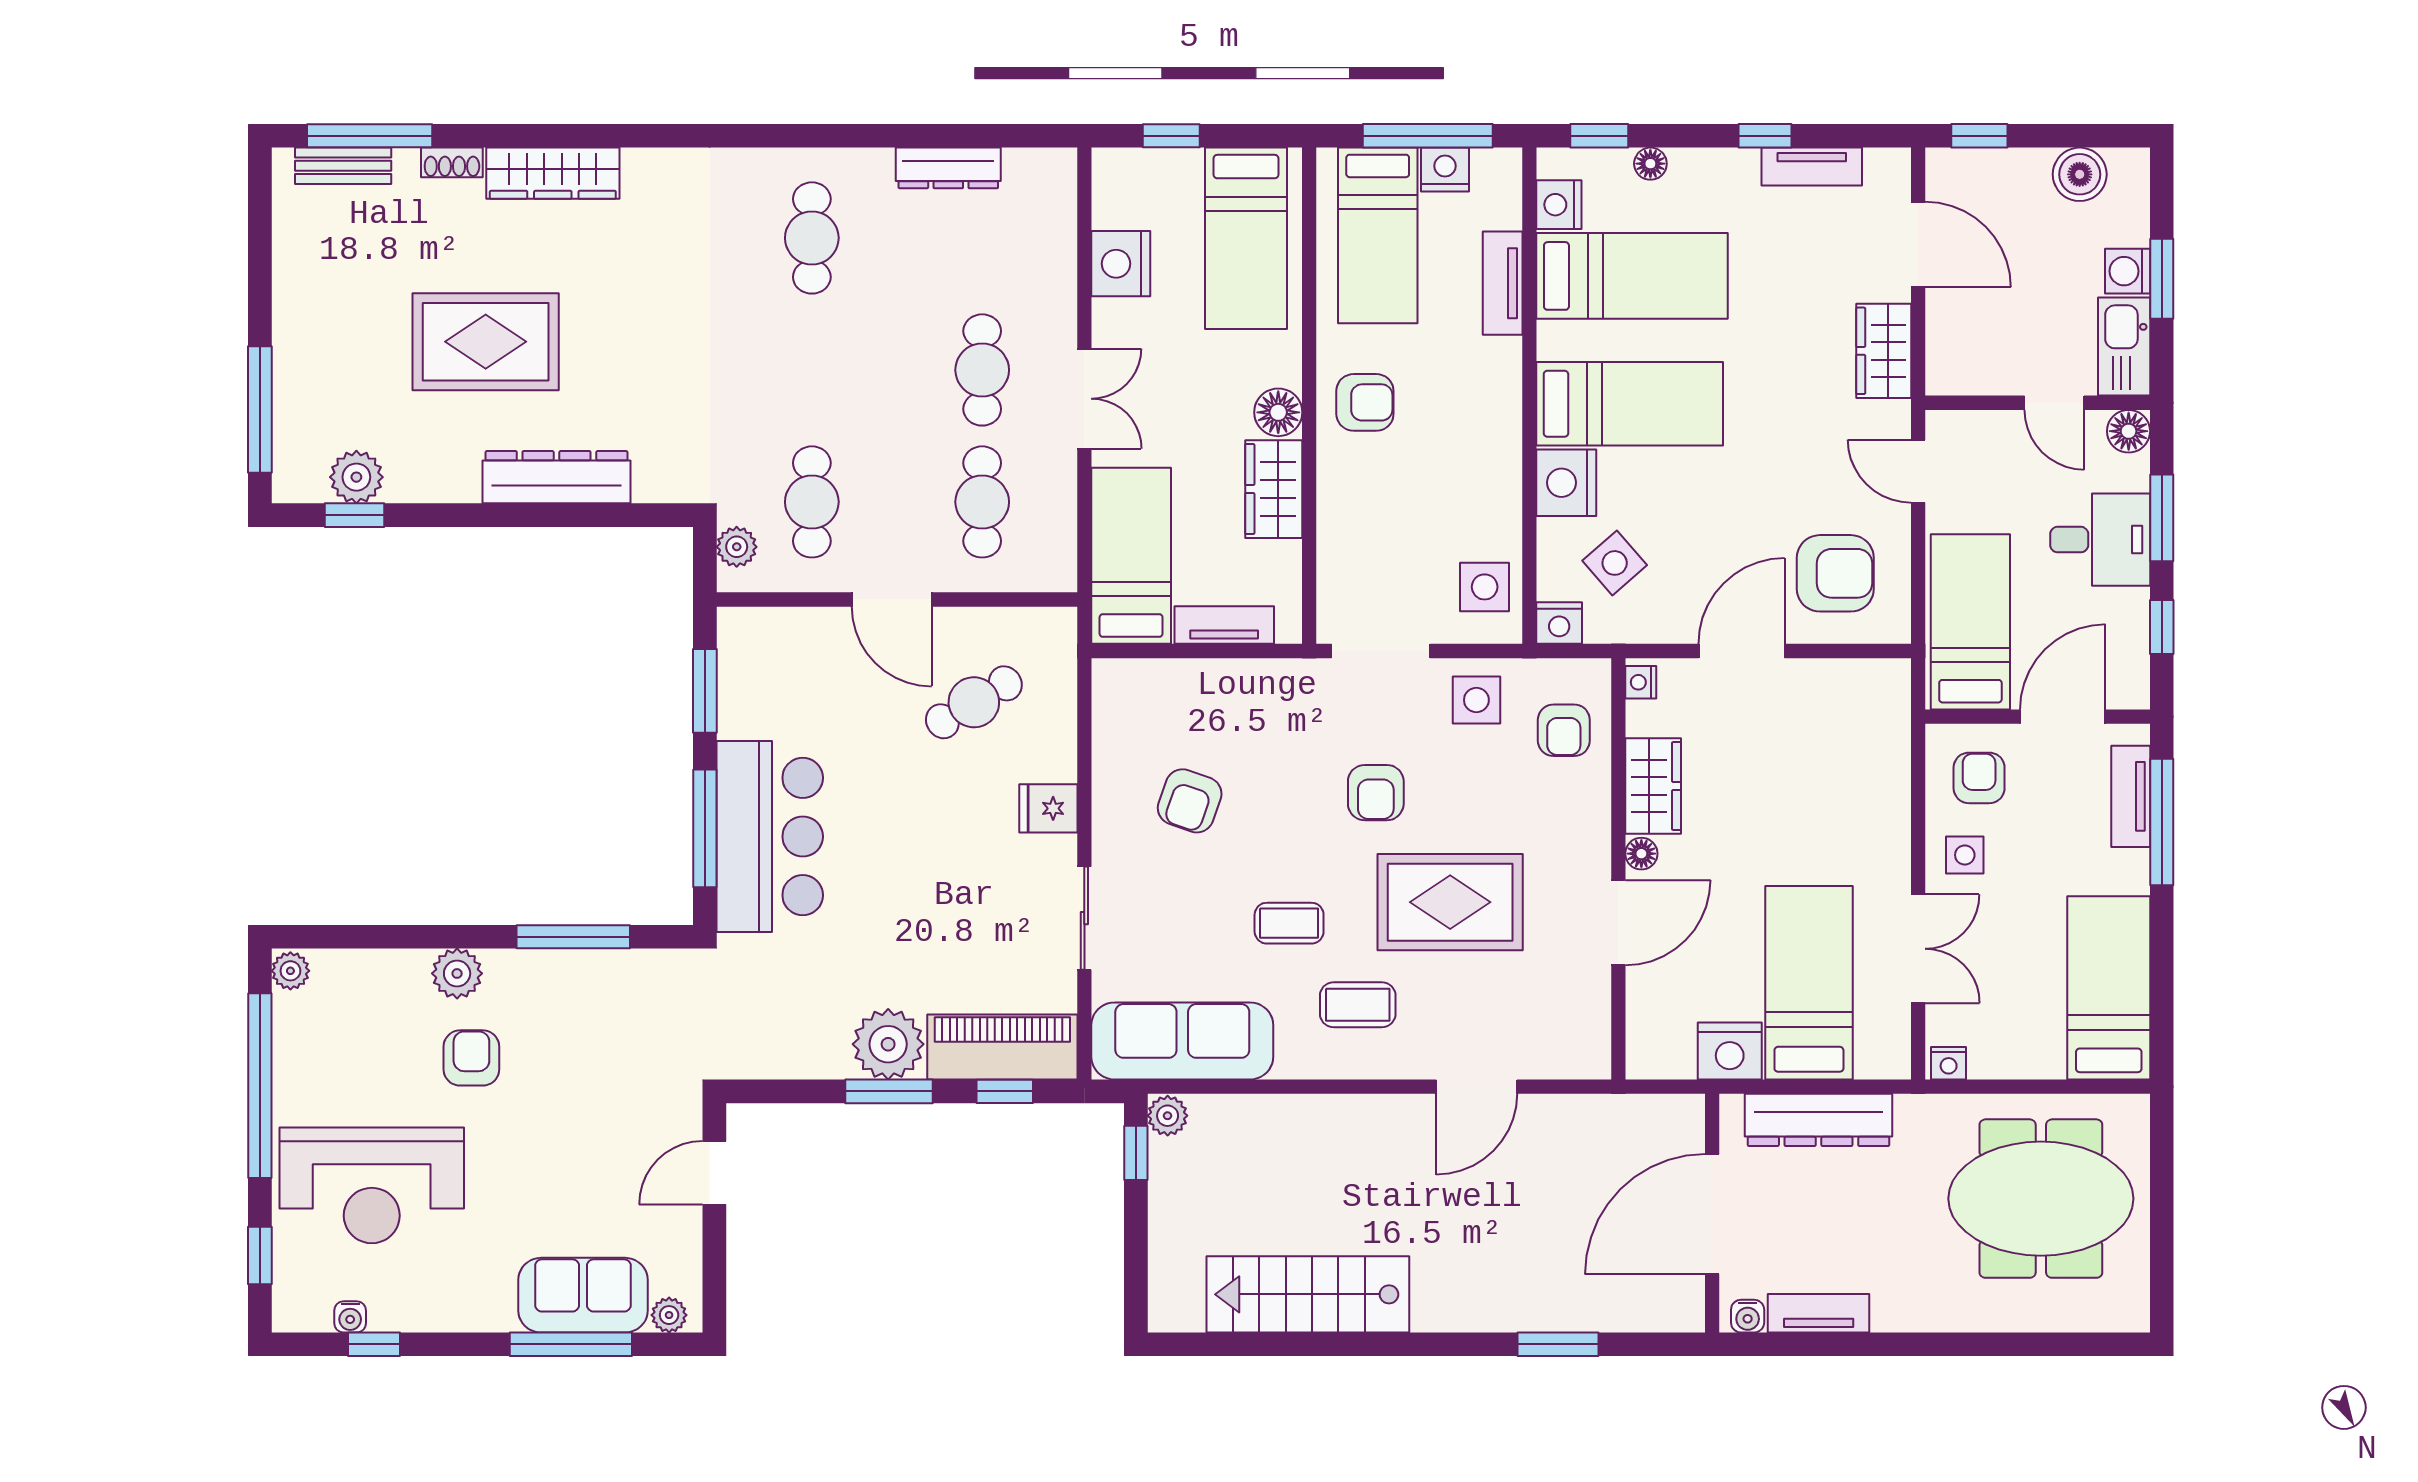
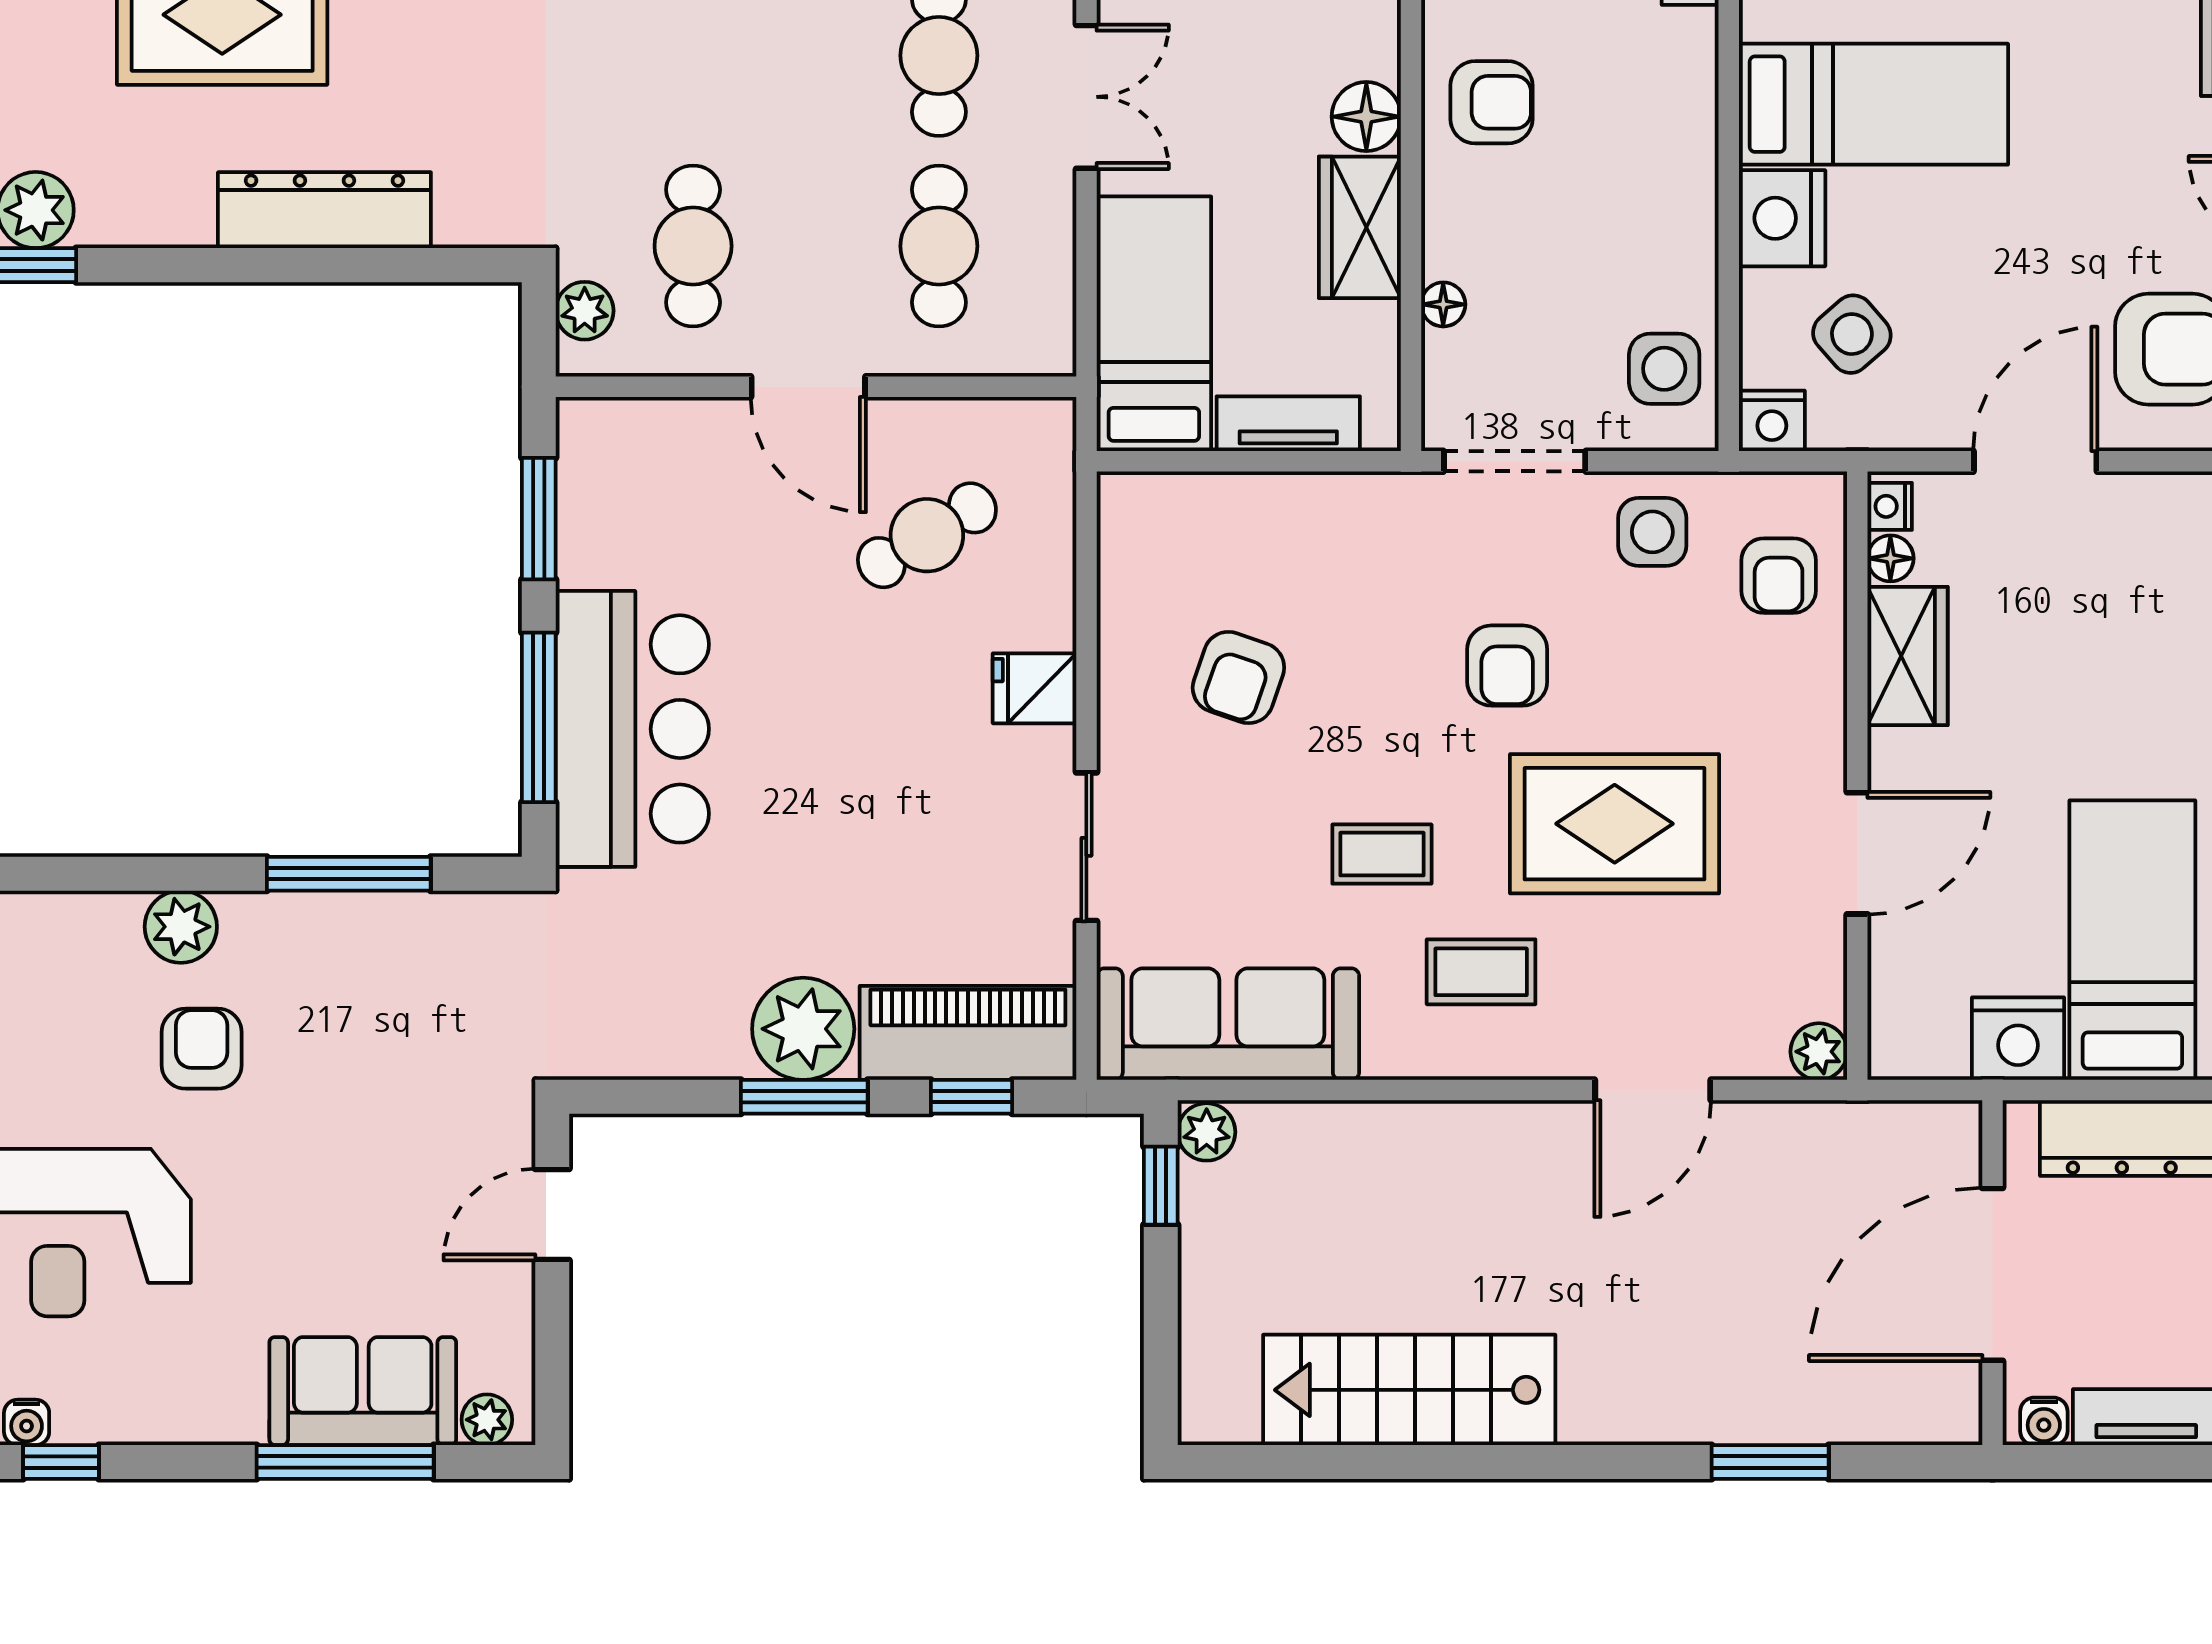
floor lamp: (1332, 542) -> (1443, 304), added
floor lamp: (1641, 854) -> (1890, 558), moved
plant: (1592, 1060) -> (1819, 1052), added

